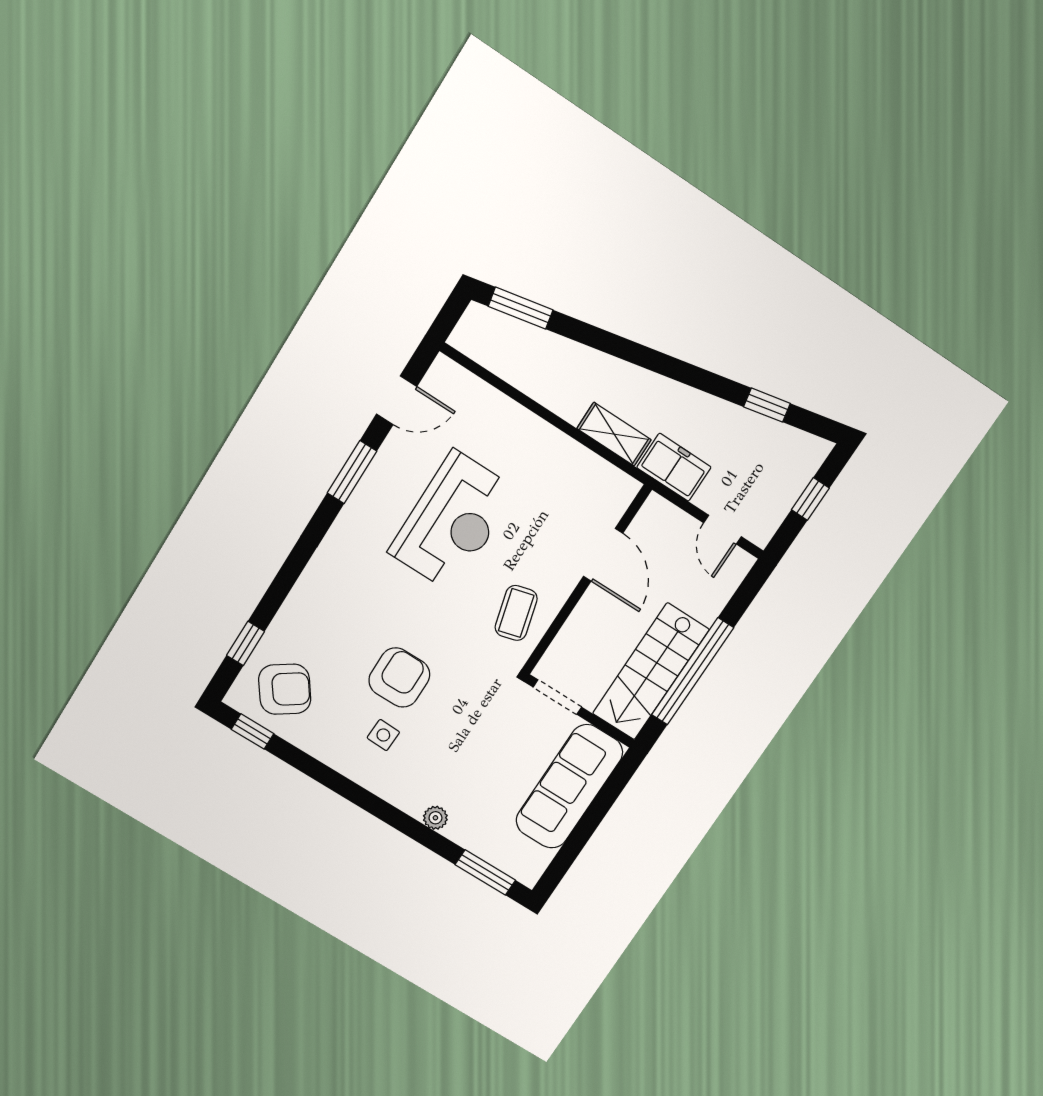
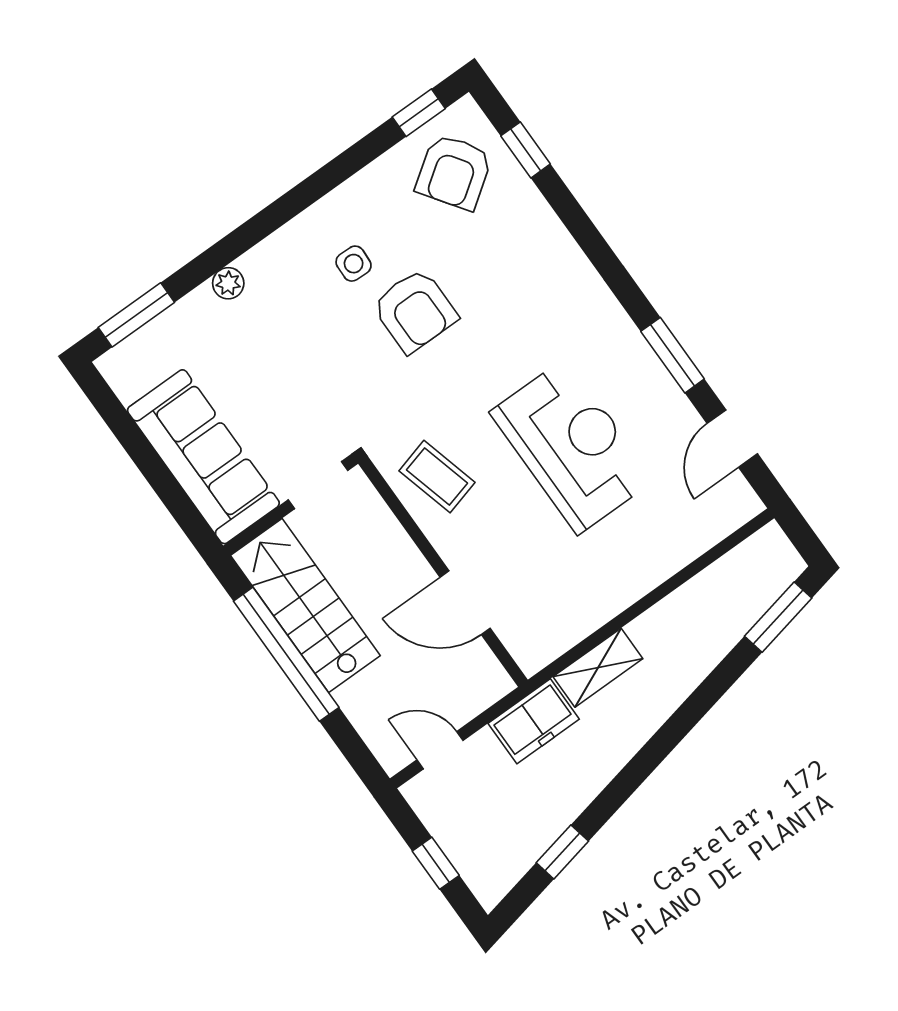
reception desk: (453, 521) -> (572, 446), turned 180

